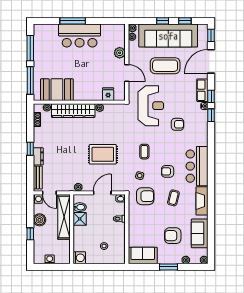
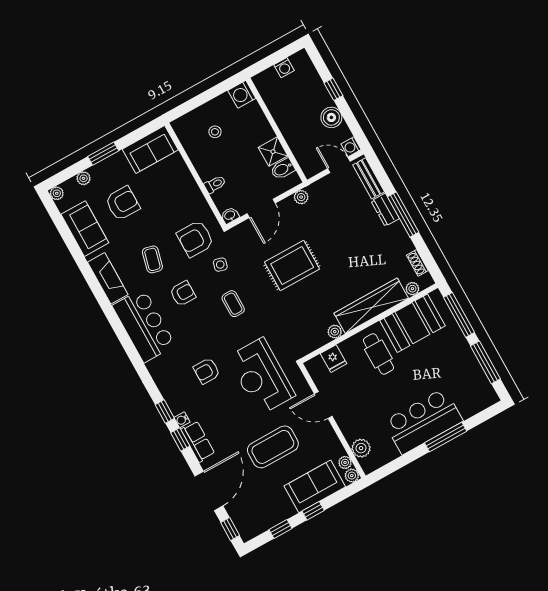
sofa: (168, 36) -> (315, 486), width x0.54, depth x0.79
plant: (120, 53) -> (361, 448), moved
cafe table: (83, 83) -> (378, 354), added
window: (30, 149) -> (403, 215), width x2.17
shelving: (64, 217) -> (298, 142), removed

